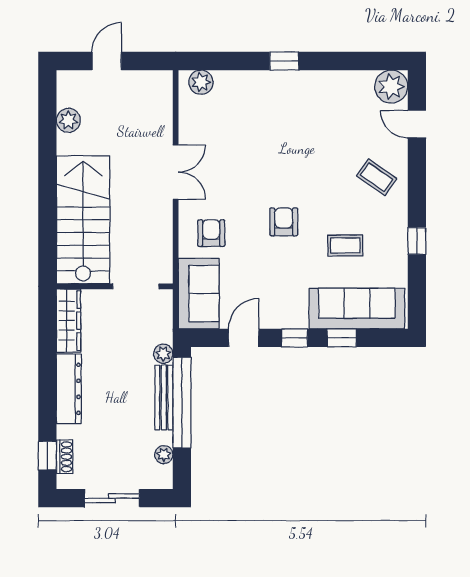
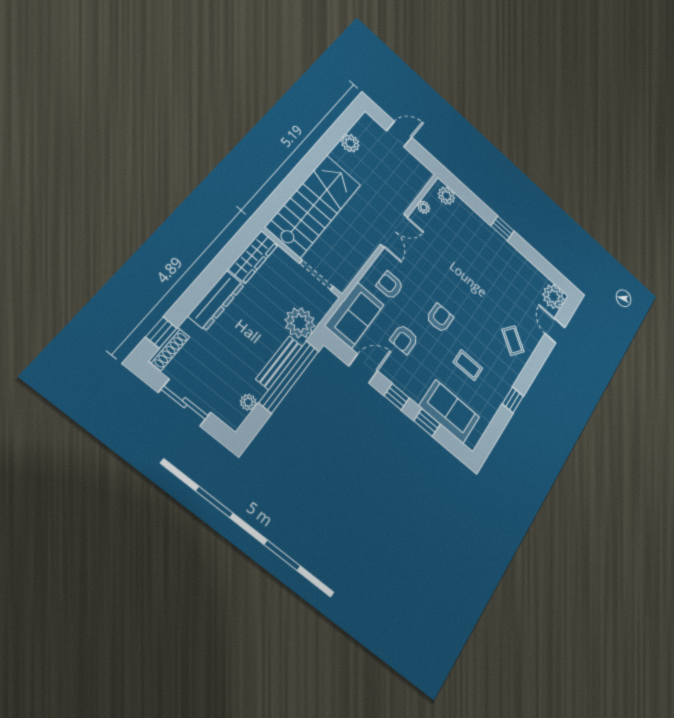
plant: (187, 118) -> (424, 207), added
armchair: (211, 233) -> (390, 285), turned -90
armchair: (263, 275) -> (404, 339), added
sofa: (357, 309) -> (449, 411), width x0.73
plant: (163, 354) -> (300, 323), width x1.88, depth x1.88
shoe rack: (64, 457) -> (169, 349), width x1.43

